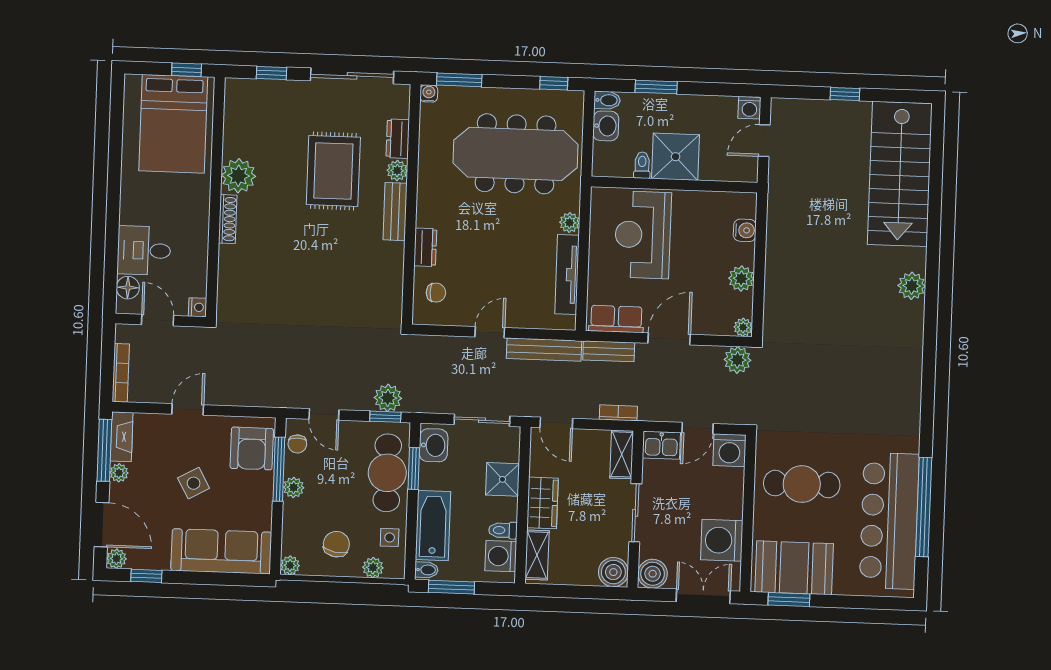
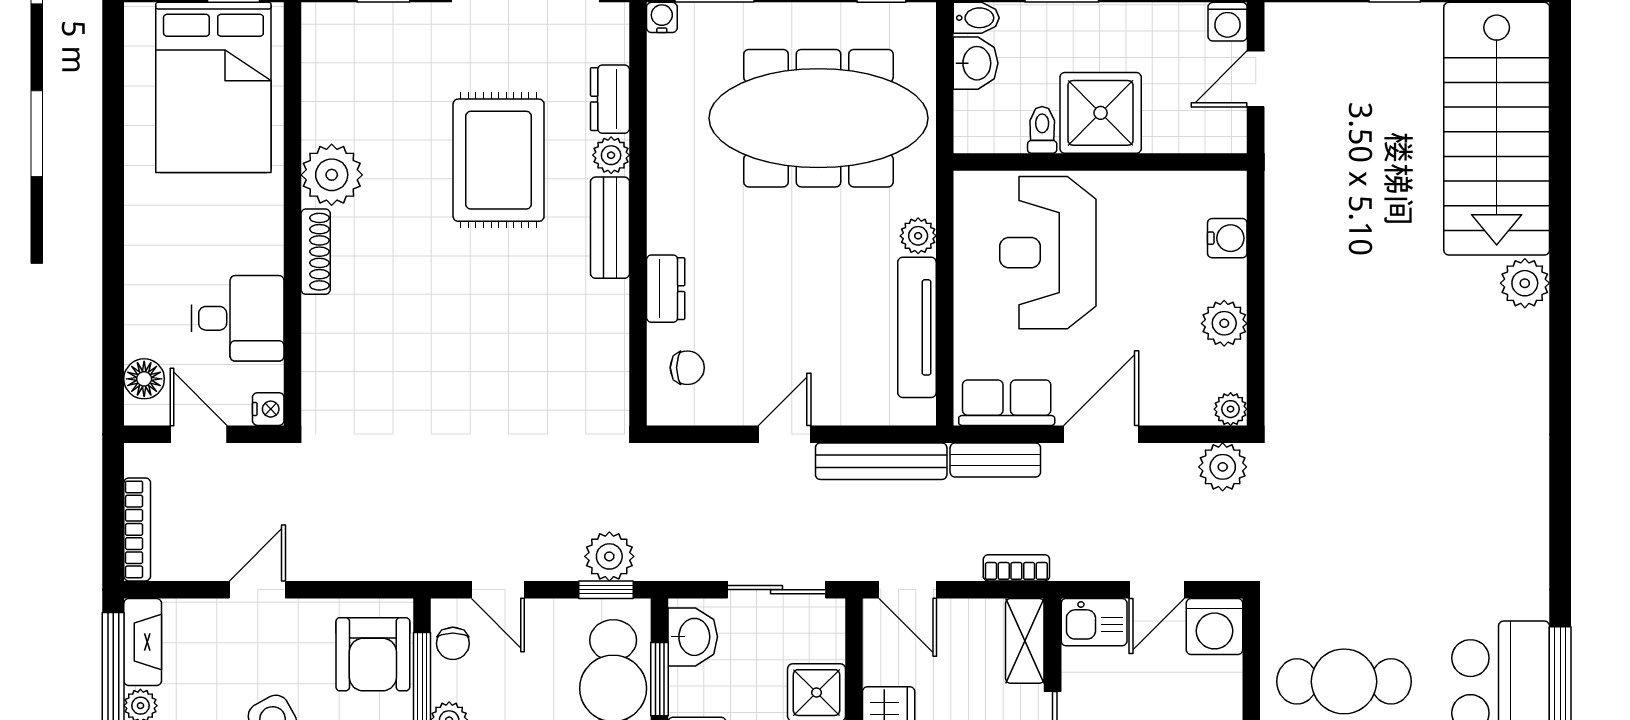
desk: (144, 250) -> (238, 318), moved, turned 180
plant: (912, 286) -> (1525, 283), moved

